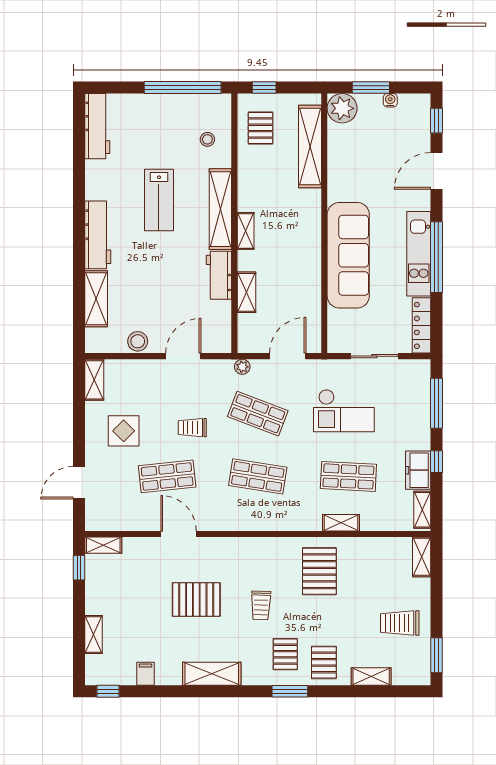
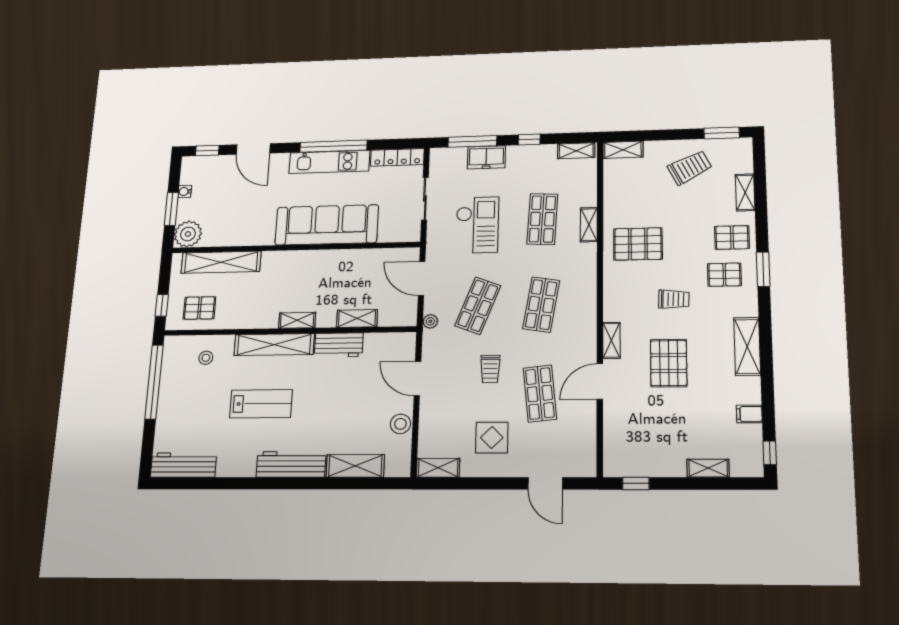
freezer: (418, 470) -> (486, 157), moved
shelving: (103, 545) -> (611, 340), moved
trolley: (400, 623) -> (690, 167), turned -117

